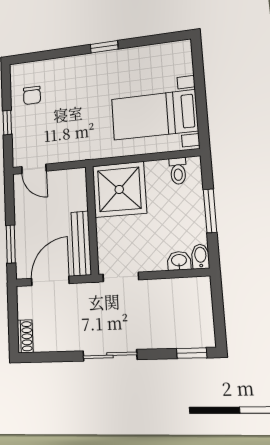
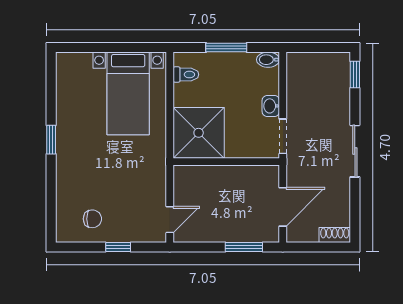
bench: (81, 243) -> (248, 174), removed
washbasin: (179, 261) -> (271, 106), moved
door: (50, 281) -> (283, 207), swing flipped

